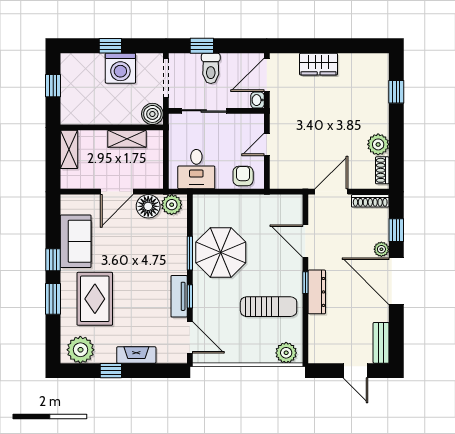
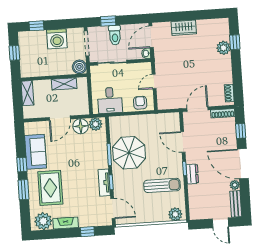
window: (110, 46) -> (36, 26), moved
plant: (378, 144) -> (223, 48), moved
plant: (381, 249) -> (235, 185), moved
dresser: (317, 292) -> (192, 174), width x0.70
fireplace: (136, 355) -> (66, 223), moved
window: (111, 371) -> (87, 232), moved

